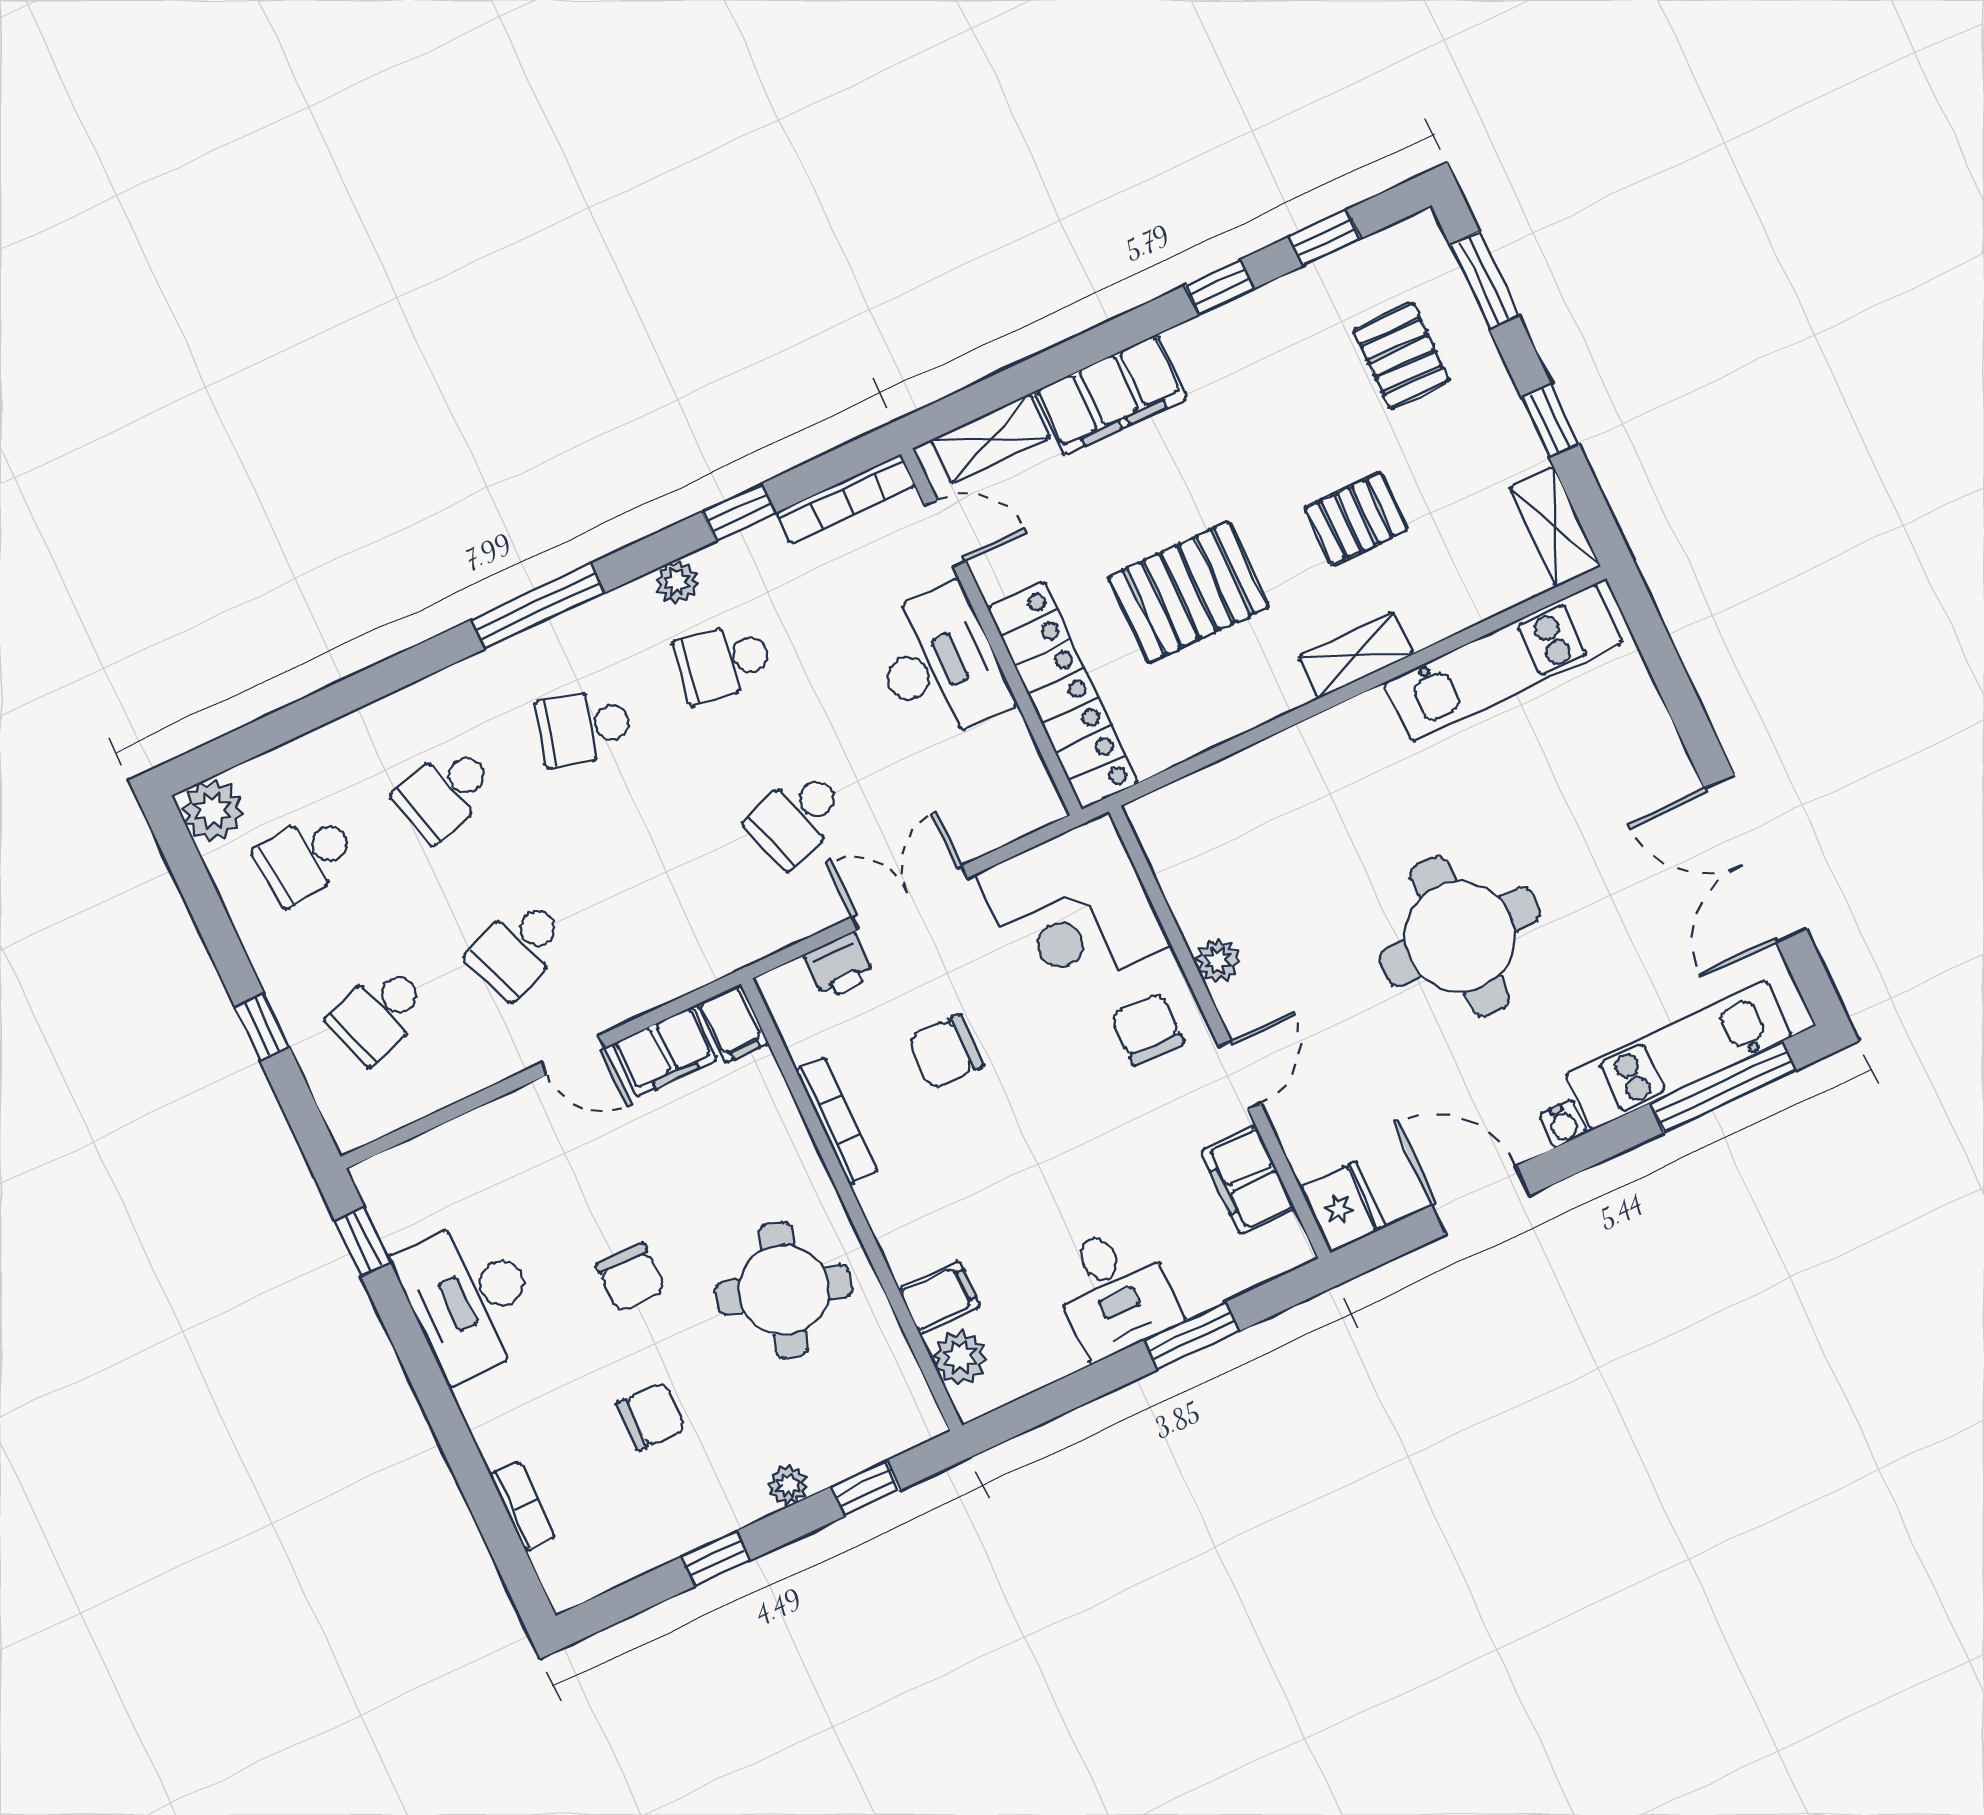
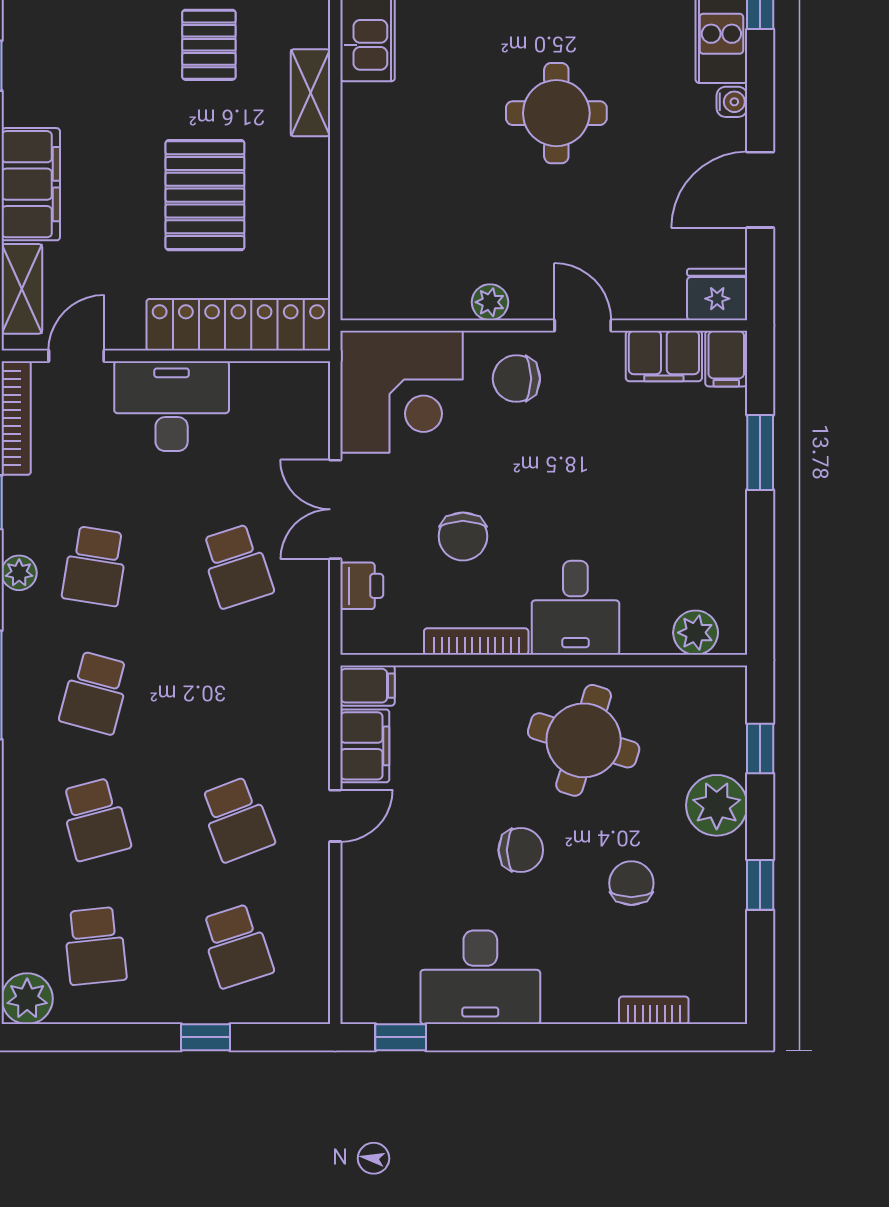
round table: (1460, 936) -> (556, 113), width x0.73, depth x0.73
desk: (1114, 1291) -> (575, 608), moved, turned 90
filing cabinet: (939, 1297) -> (726, 359), moved, turned 180
plant: (788, 1485) -> (717, 805), width x1.87, depth x1.87

